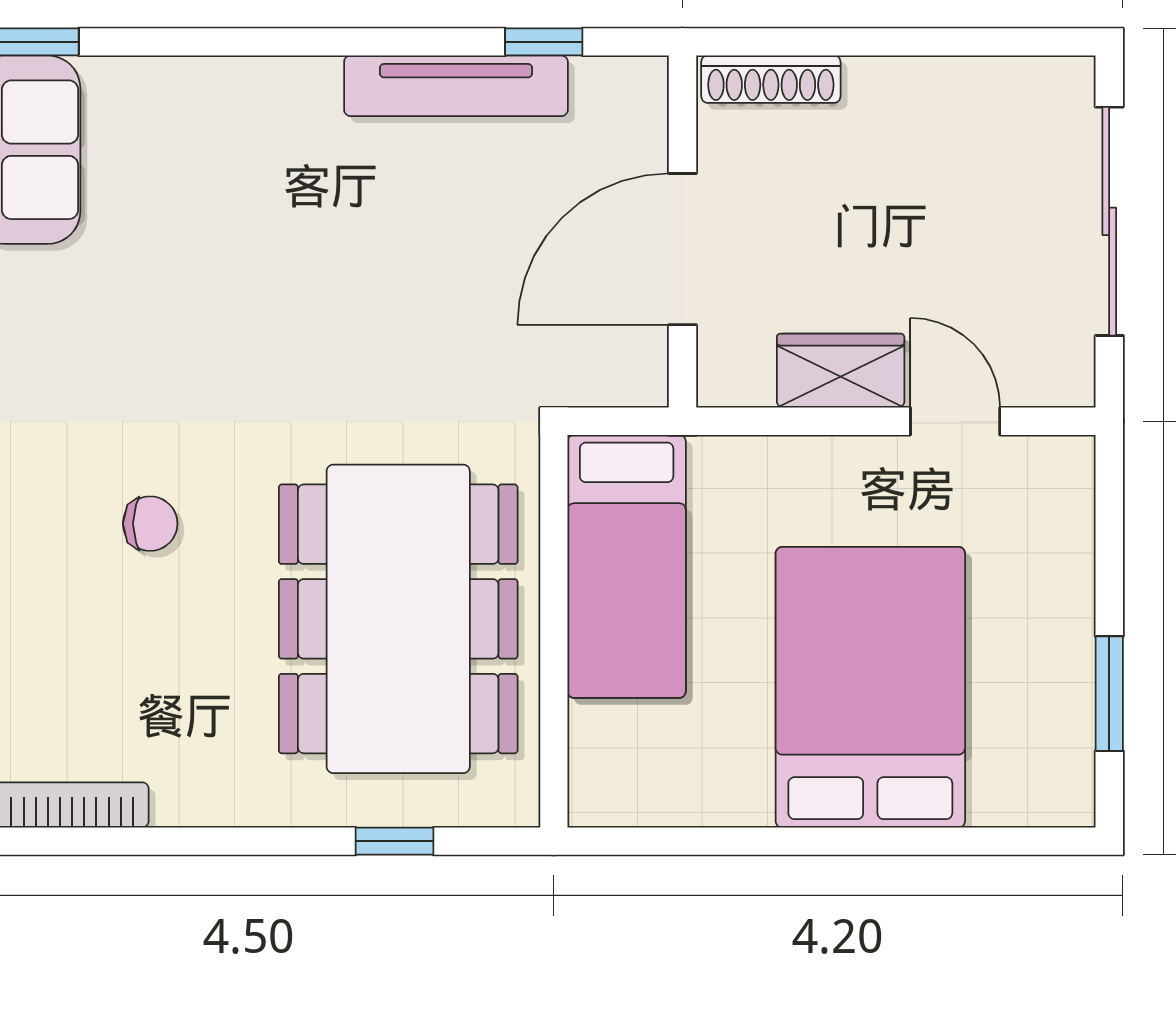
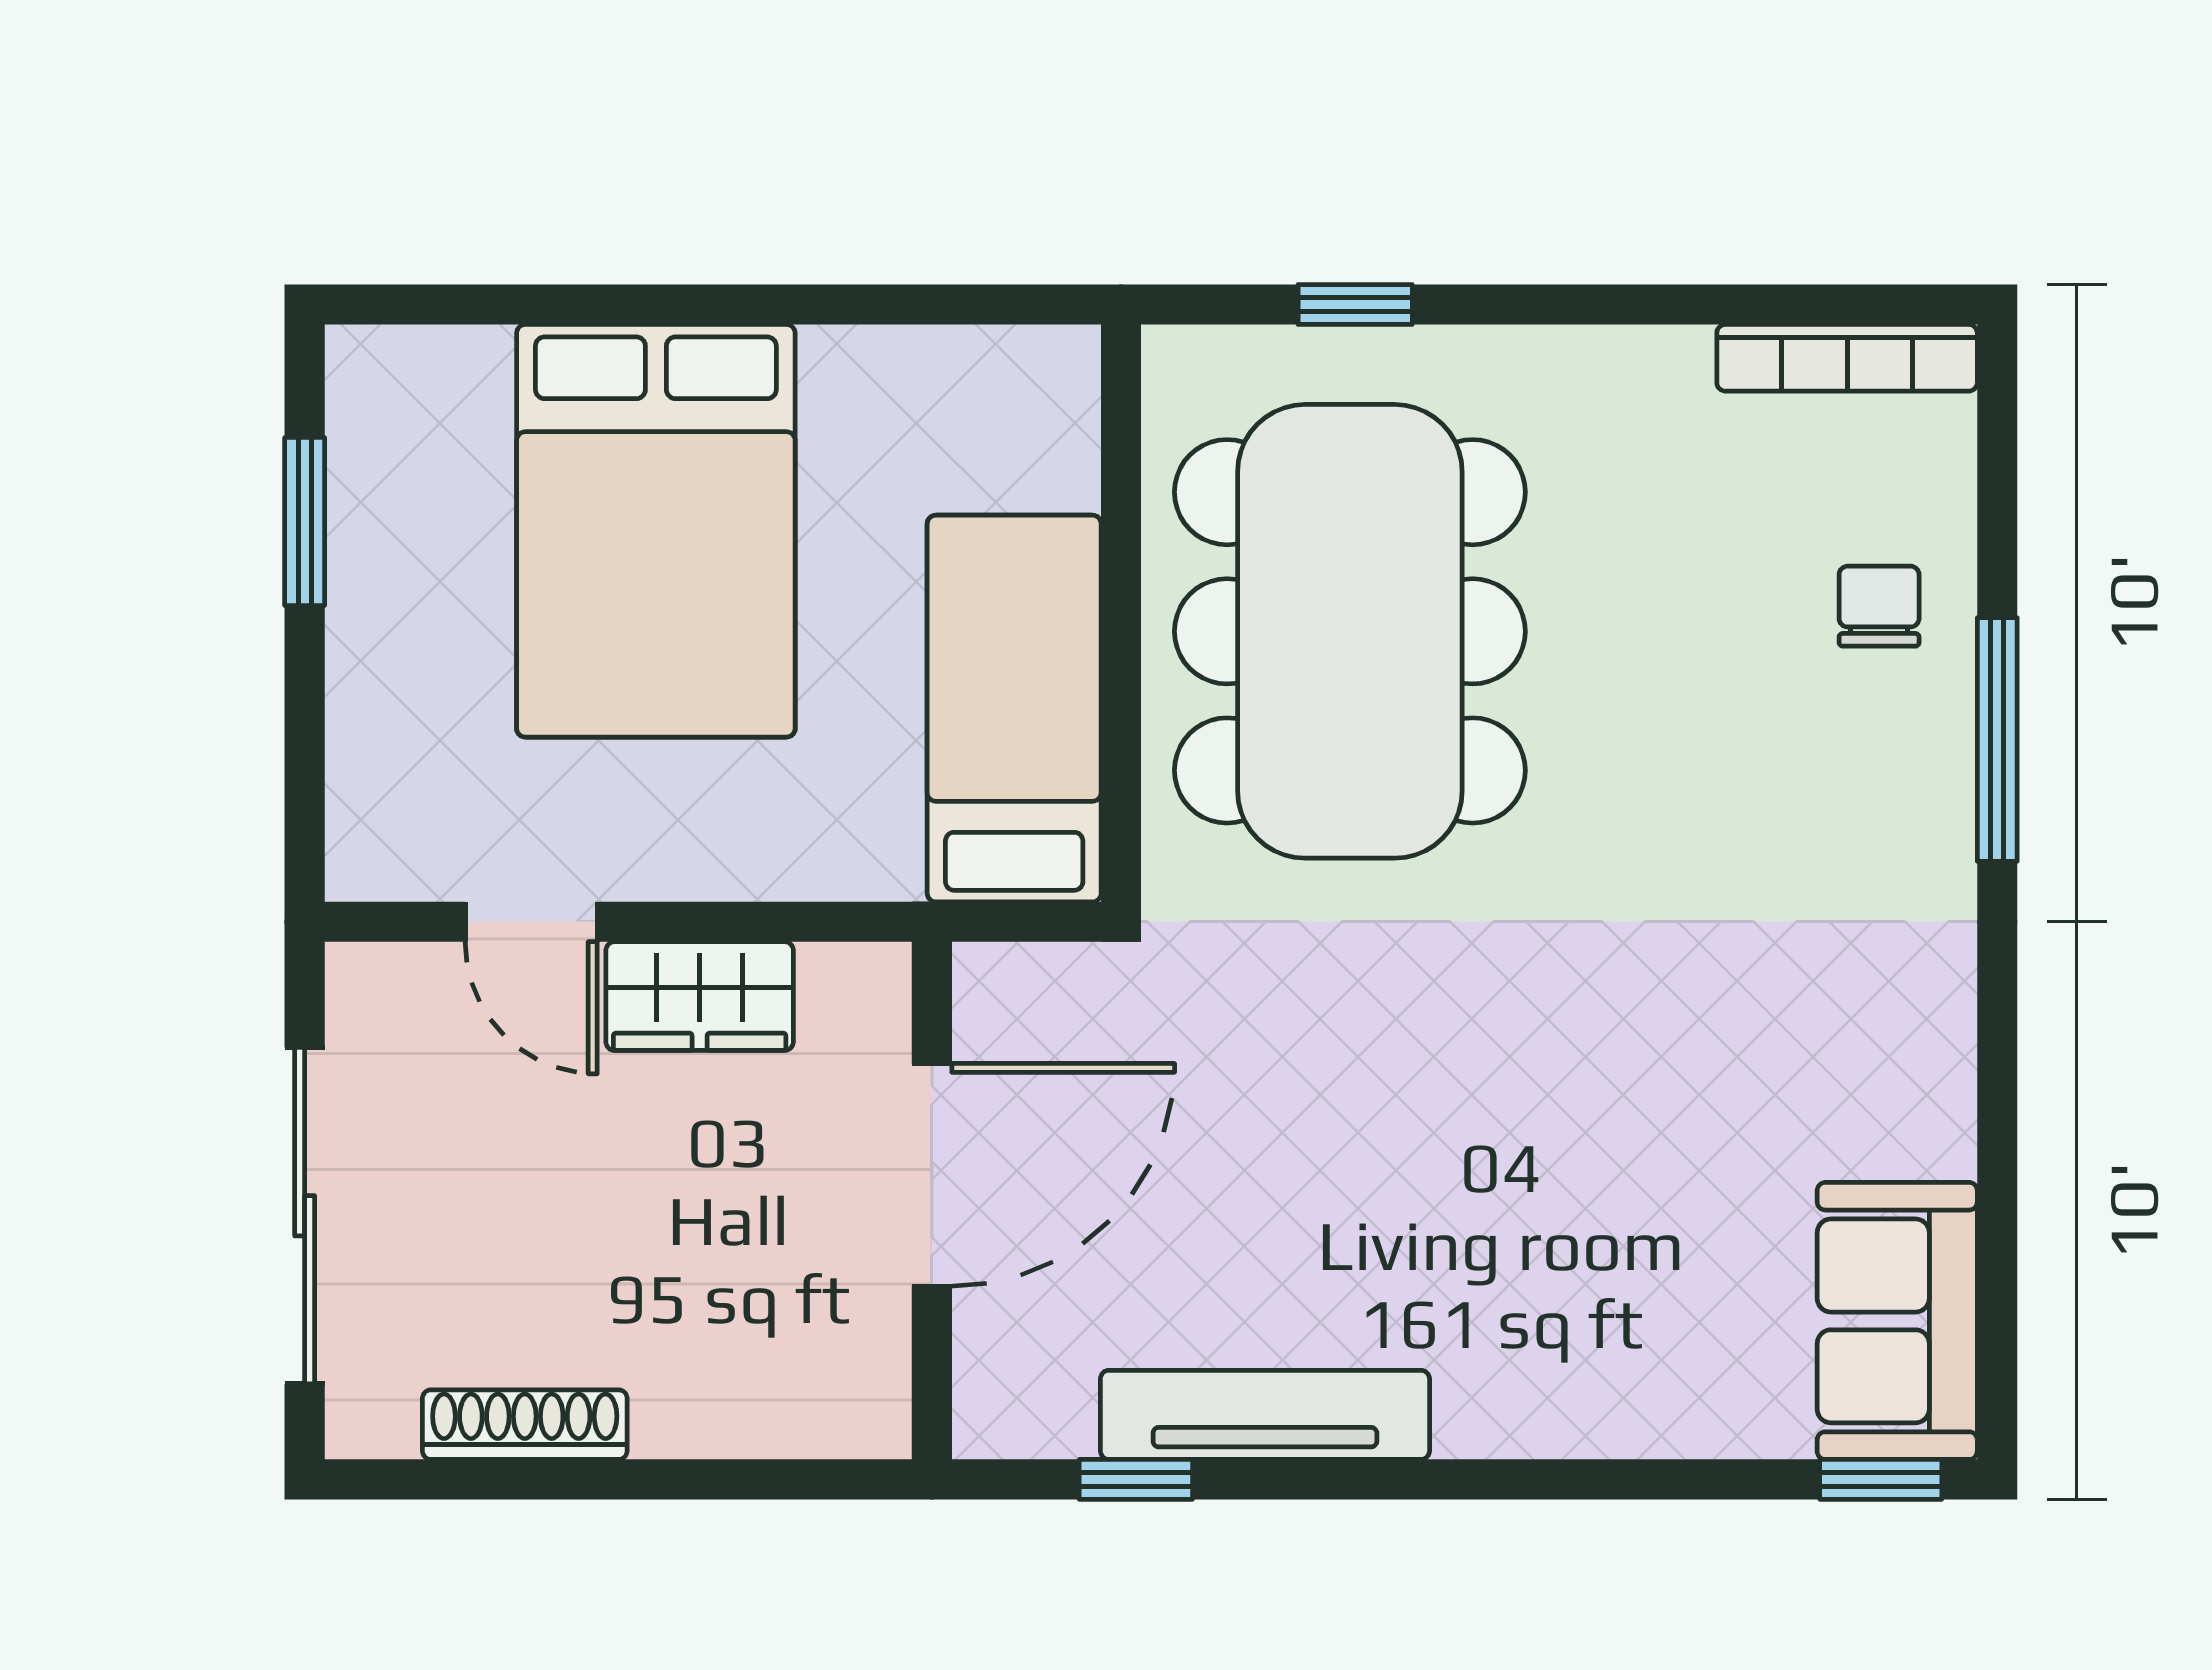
shoe rack: (771, 79) -> (525, 1425), moved
chair: (150, 524) -> (1879, 606), moved, turned 90

